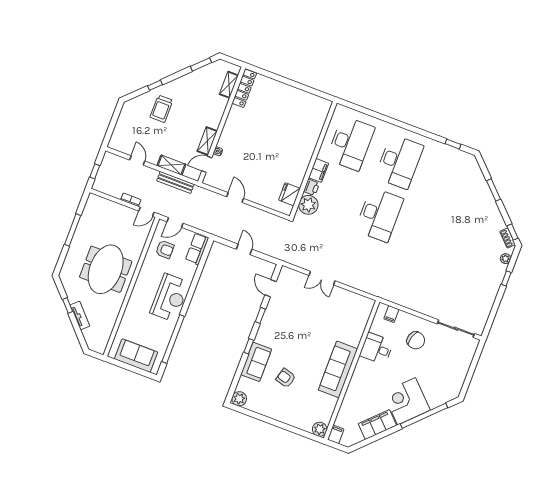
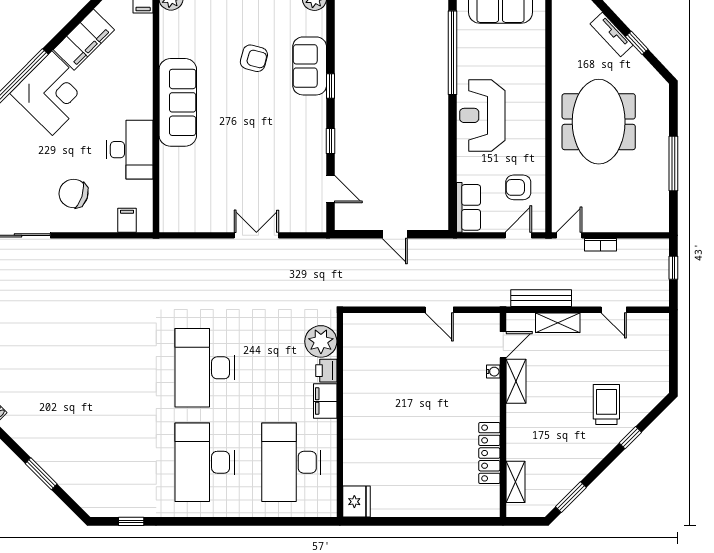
locker: (244, 88) -> (489, 453), moved
fridge: (289, 194) -> (357, 502), moved
desk: (377, 349) -> (130, 150), width x1.37

